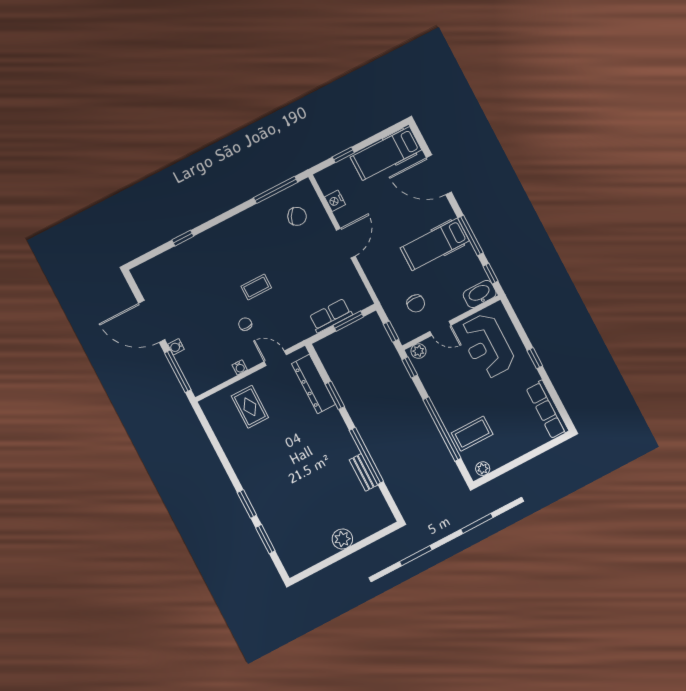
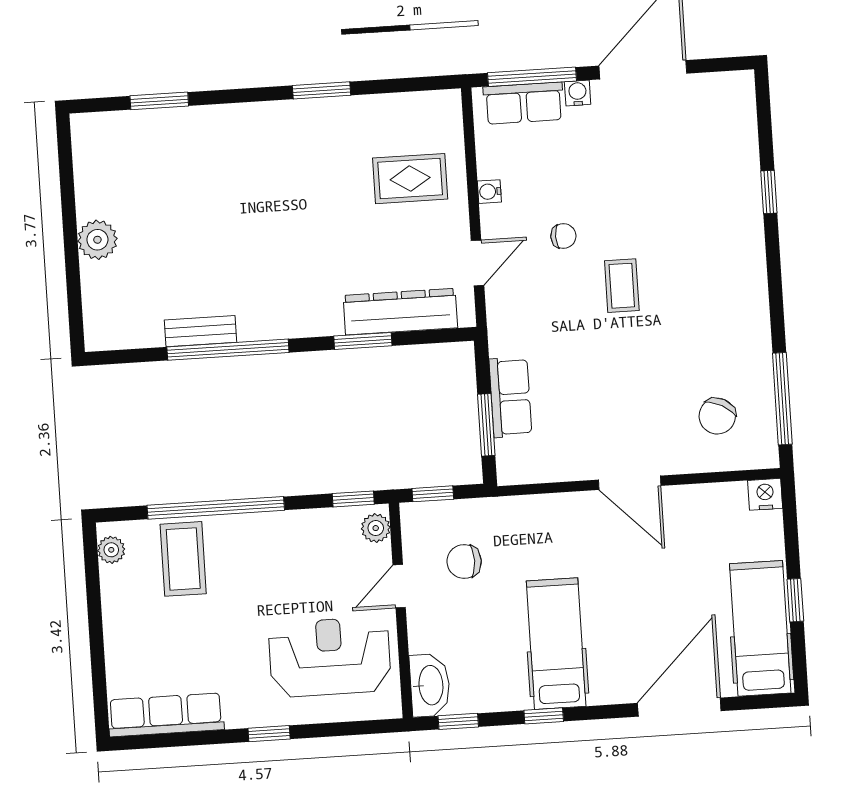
window: (343, 155) -> (795, 600), moved
nightstand: (335, 201) -> (765, 494), moved
window: (471, 235) -> (544, 716), width x0.46
row of seats: (192, 370) -> (524, 103), added
window: (247, 504) -> (321, 90), moved

